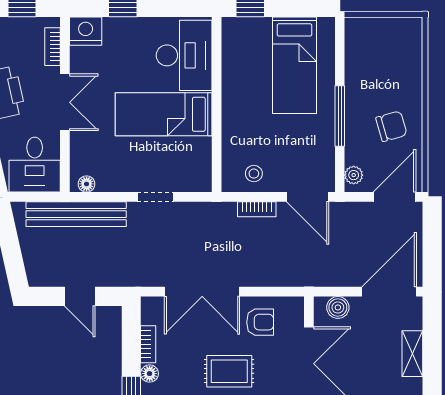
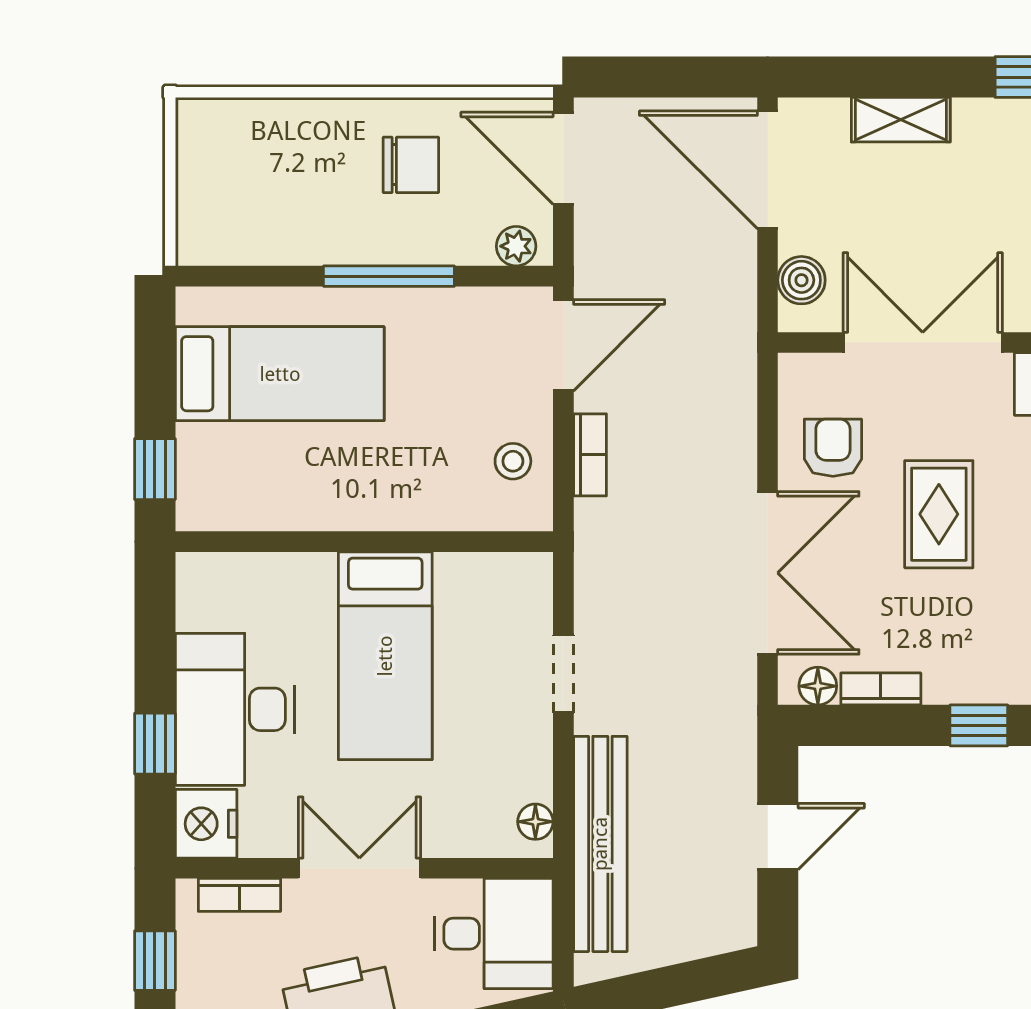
desk: (184, 55) -> (235, 709), moved, turned -90
chair: (391, 126) -> (411, 165), turned 106
floor lamp: (150, 374) -> (818, 686), moved

